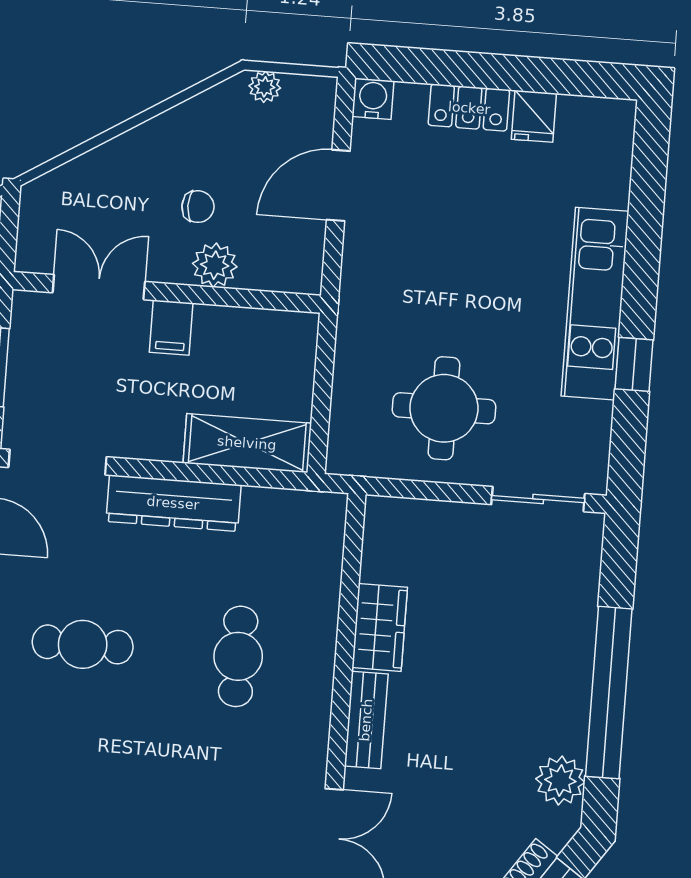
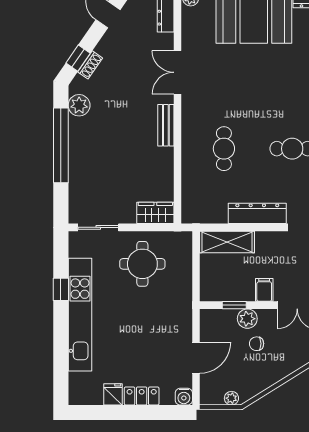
window: (242, 298) -> (234, 305), added
kitchen unit: (595, 304) -> (80, 315), width x1.36
wardrobe: (380, 627) -> (155, 213), moved, turned 90

